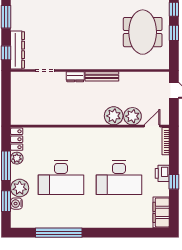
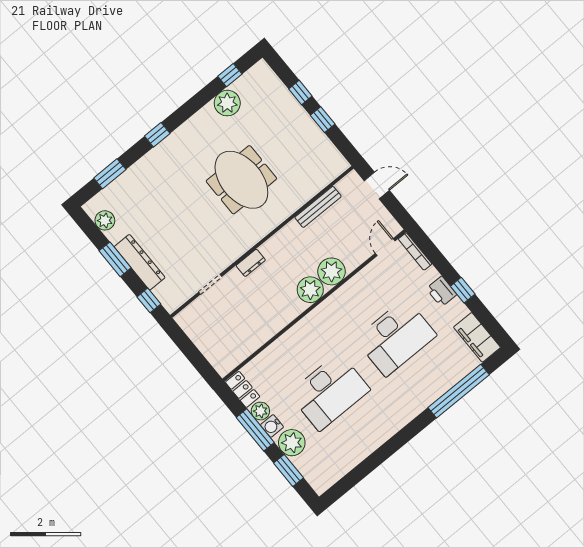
meeting table: (143, 32) -> (241, 180), moved
dresser: (18, 50) -> (140, 262), moved
bench: (102, 76) -> (318, 207), moved
plant: (132, 116) -> (310, 290), moved
water cooler: (16, 204) -> (272, 426), moved
window: (59, 233) -> (459, 391), moved

